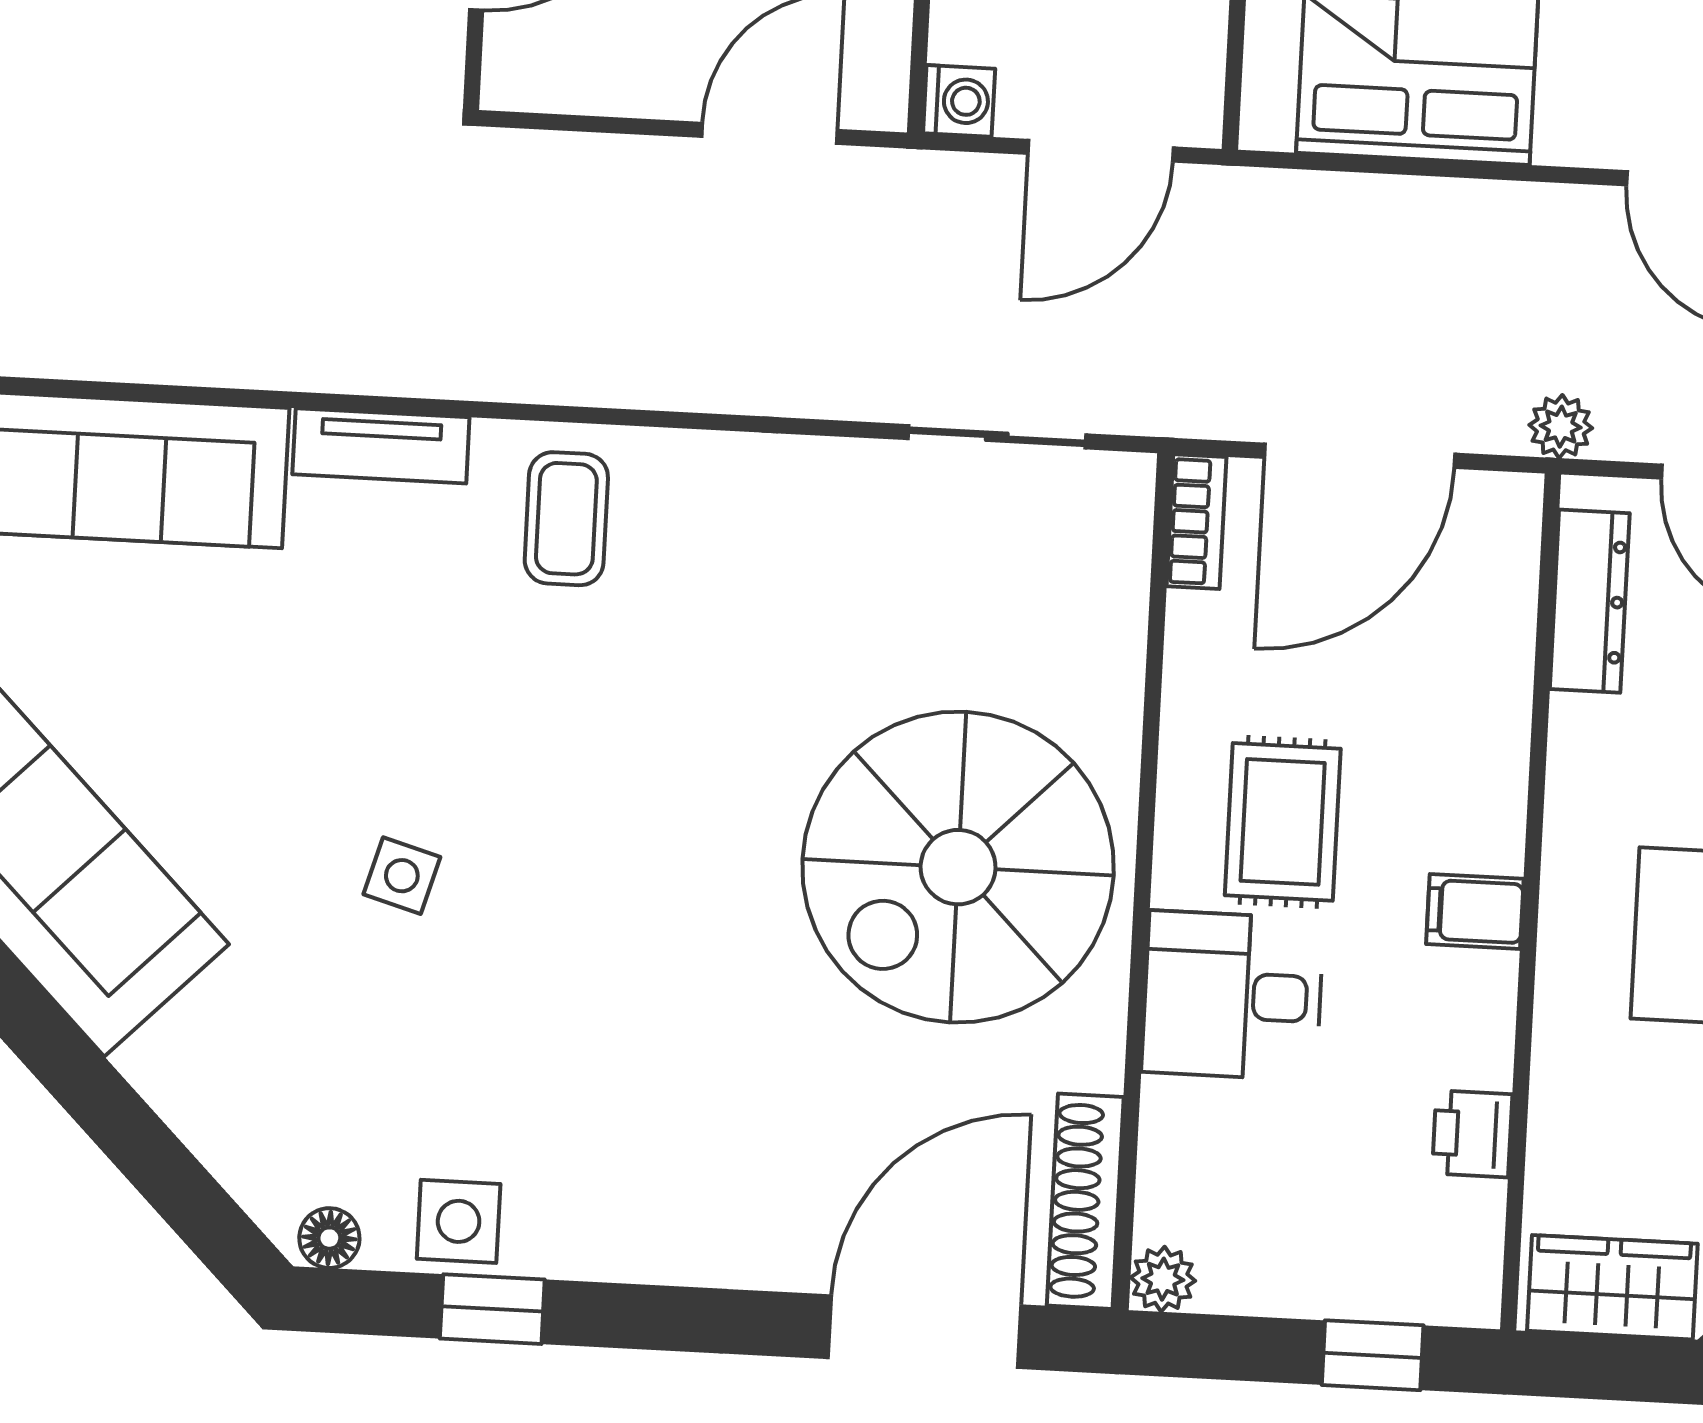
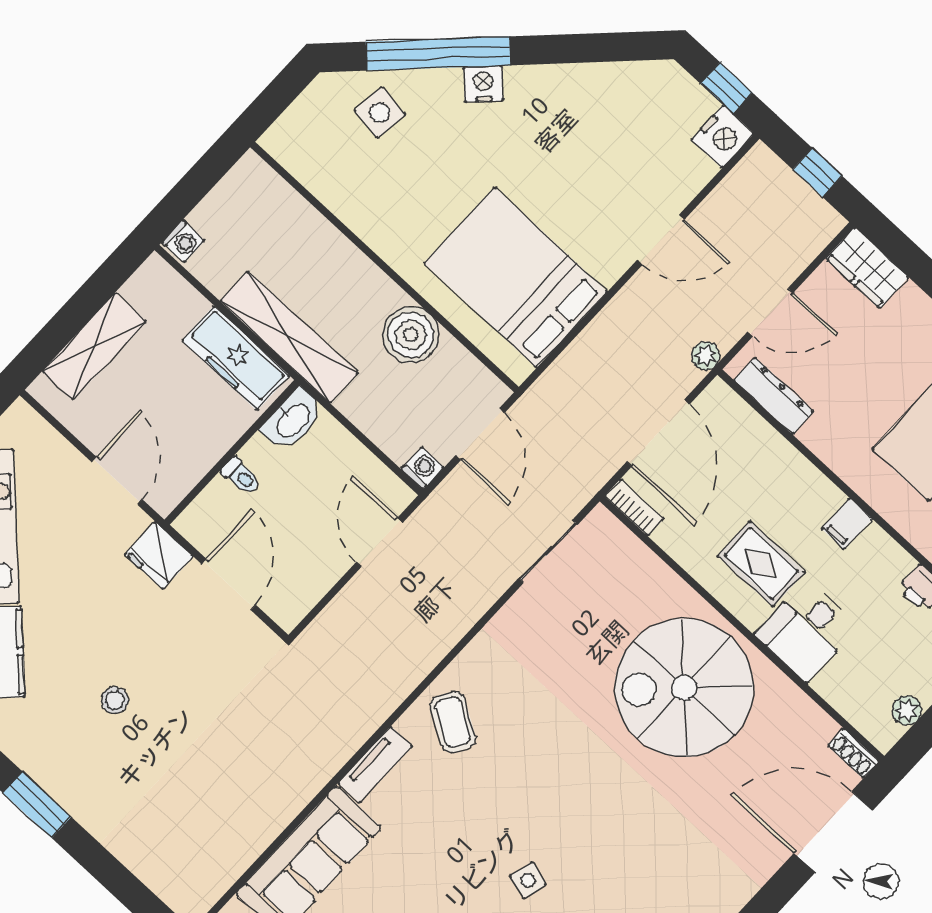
coffee table: (566, 519) -> (453, 722), turned 31
spiral stairs: (958, 867) -> (684, 688), turned 90
shoe rack: (1085, 1201) -> (853, 753), width x0.51, depth x0.81
plant: (1163, 1279) -> (907, 710), moved
door: (925, 1332) -> (833, 832), hinge flipped

